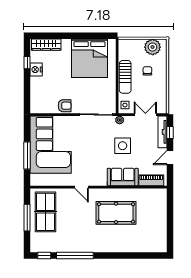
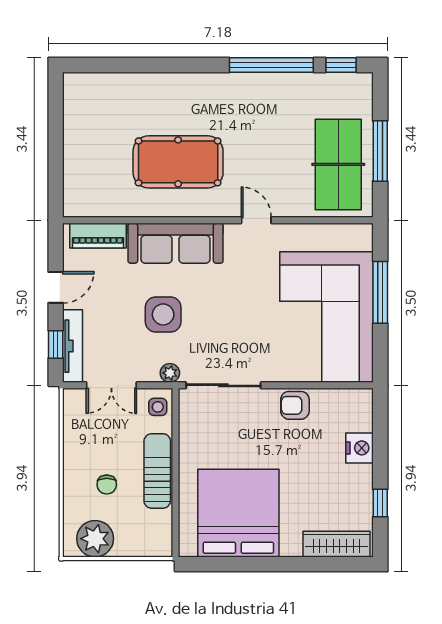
nightstand: (36, 70) -> (360, 448), moved
sofa: (123, 177) -> (175, 243), width x1.36

